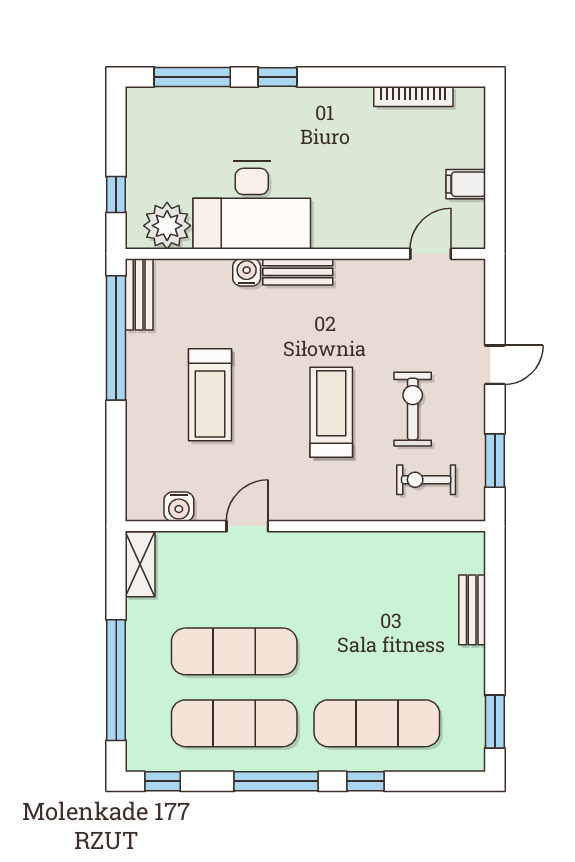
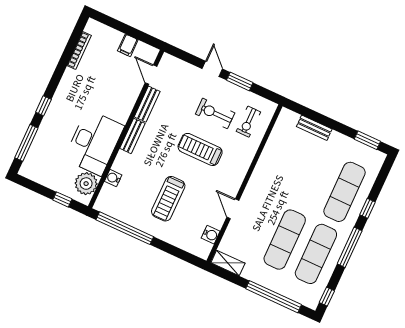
water cooler: (247, 272) -> (113, 178), moved
bench: (139, 294) -> (147, 104), moved, turned 90
treadmill: (210, 395) -> (168, 199), turned 90
window: (495, 461) -> (240, 81), moved

